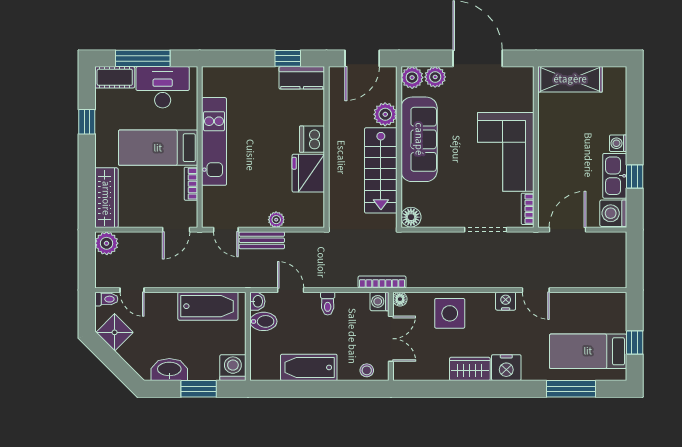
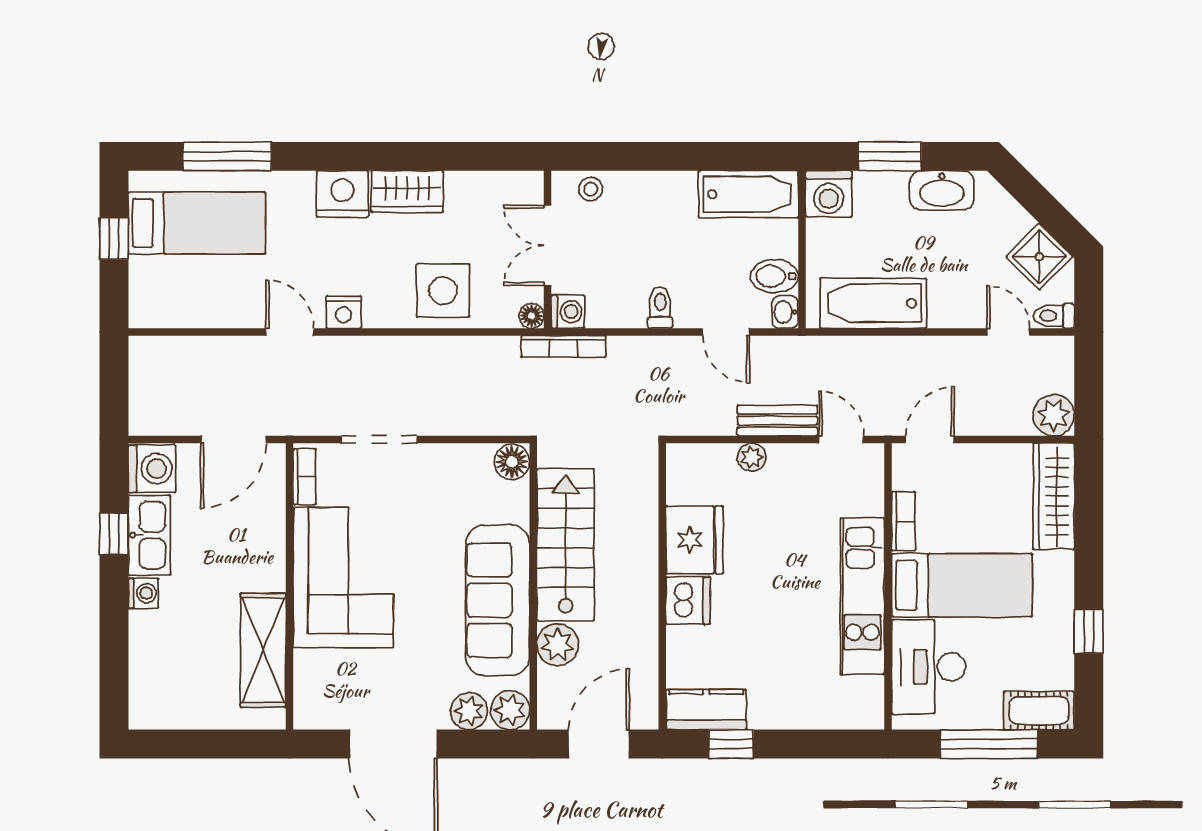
shelving: (570, 79) -> (263, 650), moved, turned 90
desk: (163, 87) -> (929, 667), moved, turned 90
bathtub: (309, 367) -> (748, 194), moved

